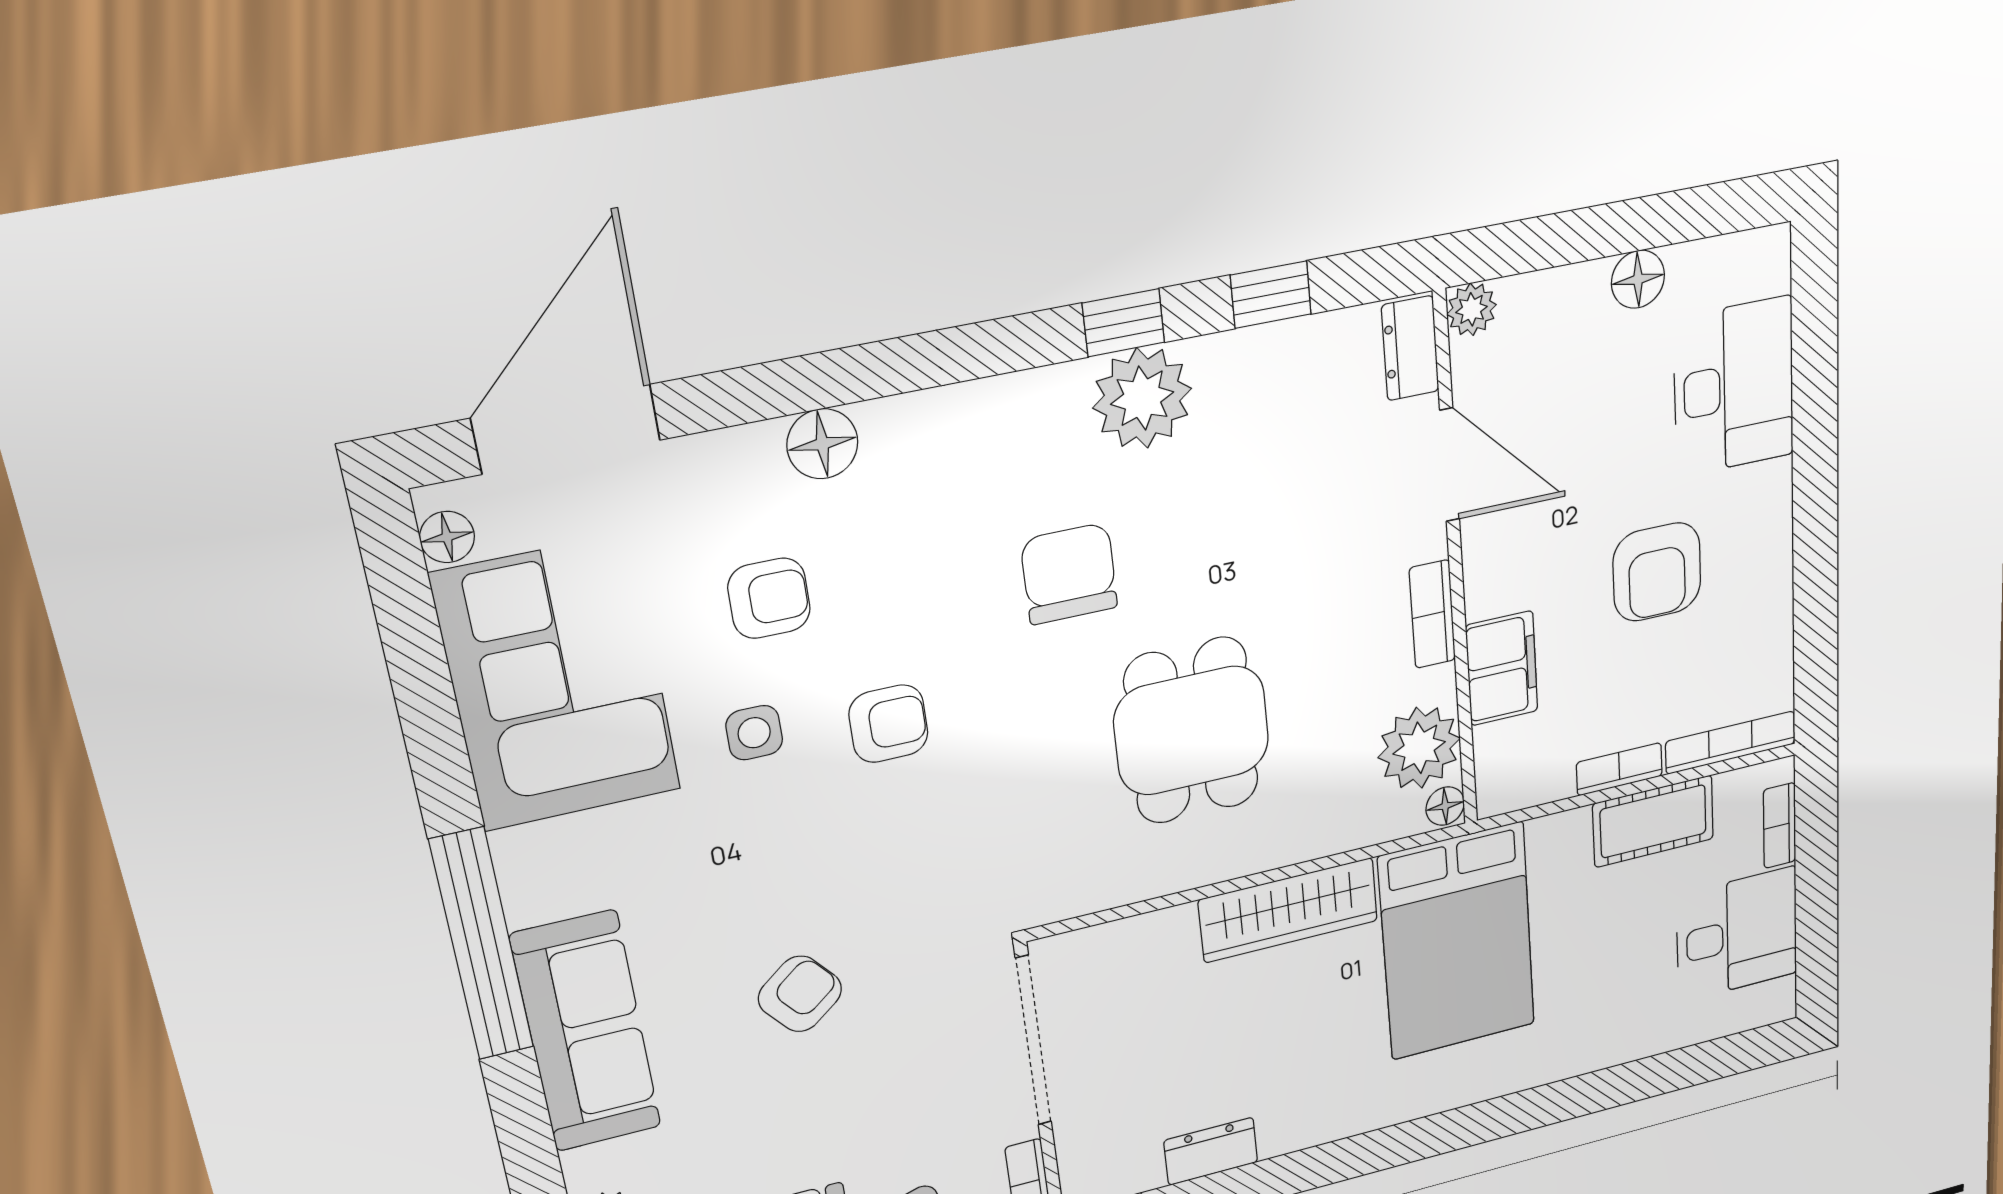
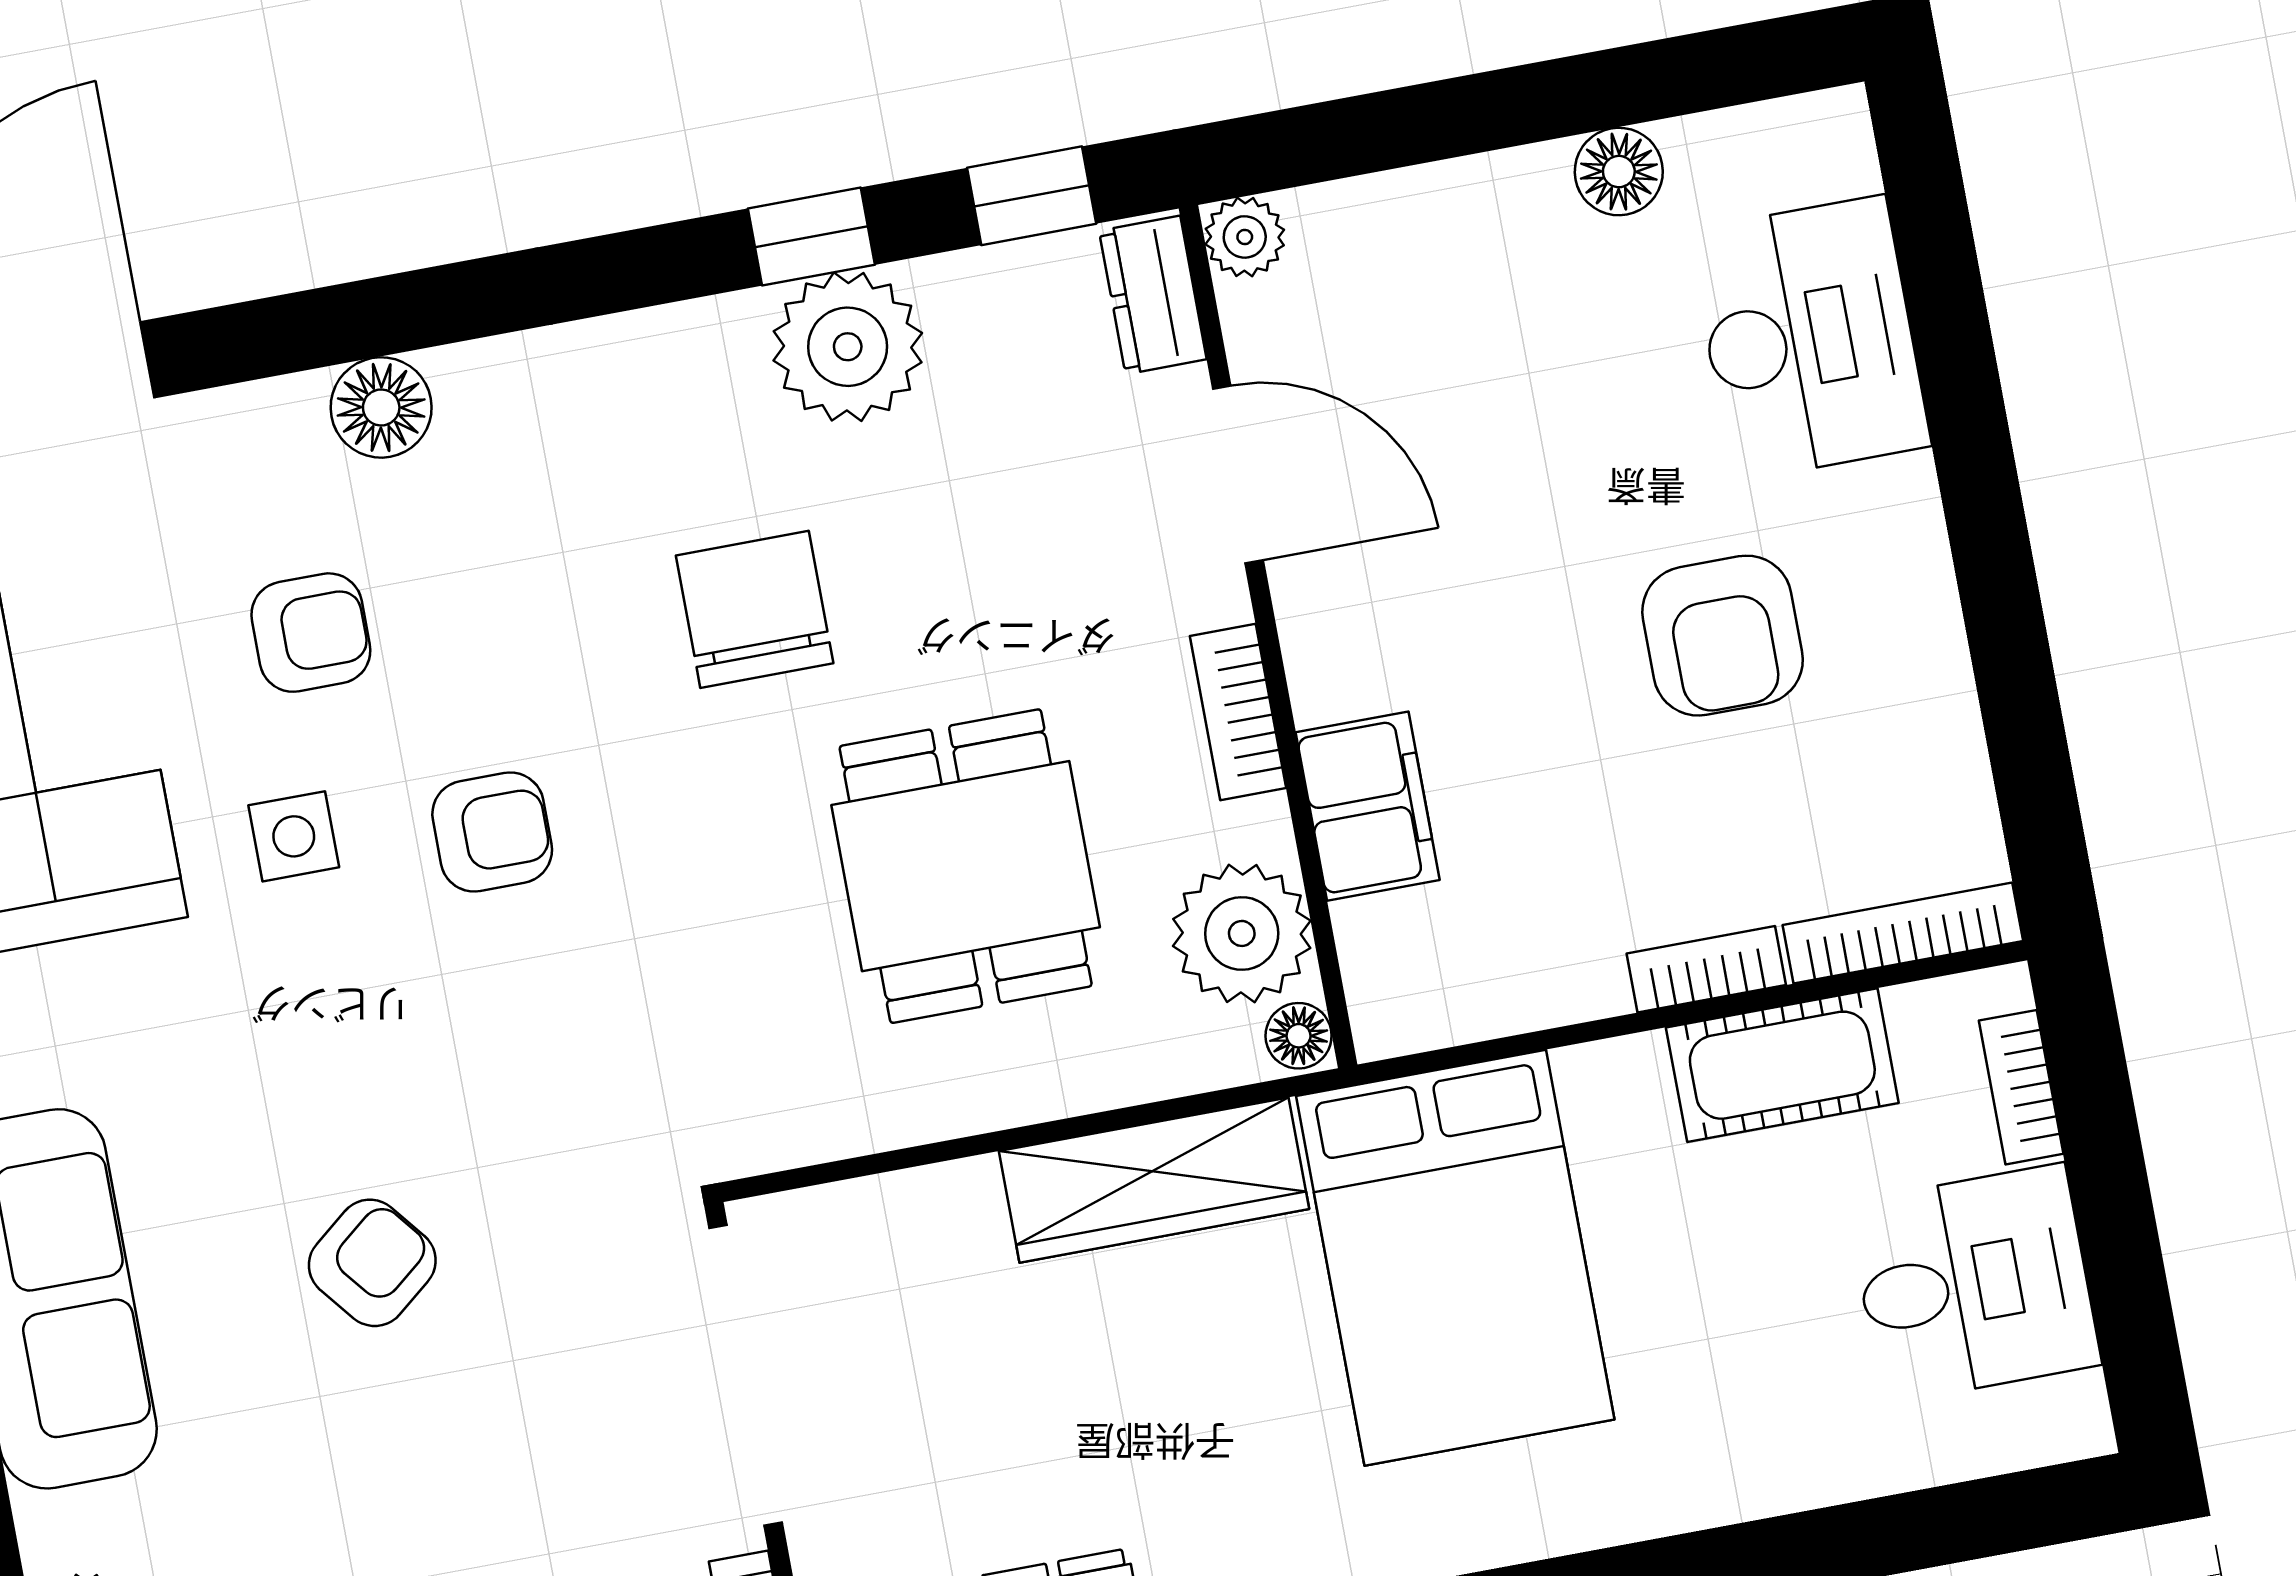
plant: (1472, 309) -> (1245, 237), moved
dresser: (1410, 348) -> (1153, 295), moved
door: (1449, 465) -> (1238, 474), moved
wall: (1456, 567) -> (1268, 636), moved
bookcase: (1432, 614) -> (1238, 712), moved
filing cabinet: (1502, 668) -> (1368, 806), moved
plant: (1419, 748) -> (1242, 933), moved
floor lamp: (1445, 806) -> (1299, 1036), moved

